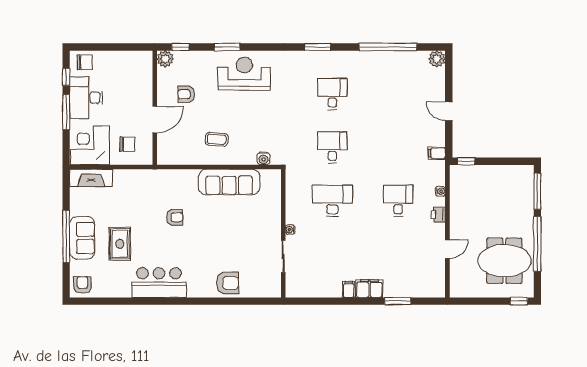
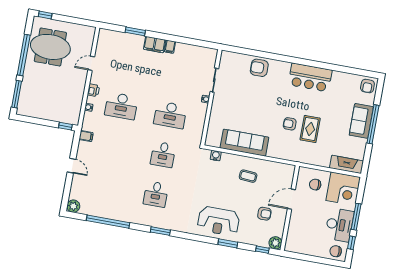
desk: (398, 201) -> (121, 106), width x1.37
rug: (120, 244) -> (310, 129), moved

